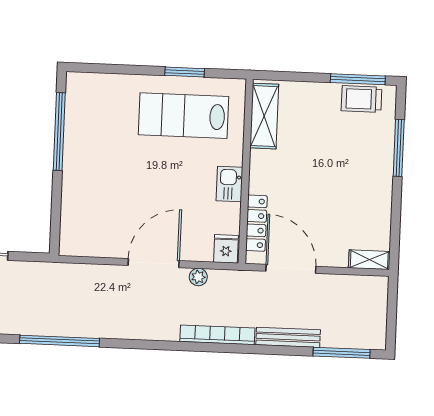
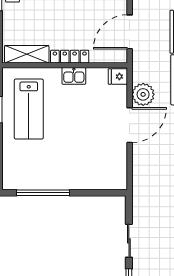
locker: (256, 223) -> (70, 57), moved
door: (154, 263) -> (130, 125), swing flipped
plant: (198, 277) -> (143, 94), width x1.87, depth x1.87

